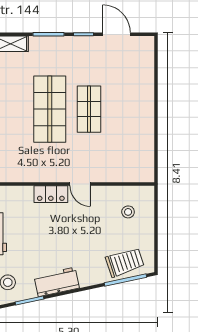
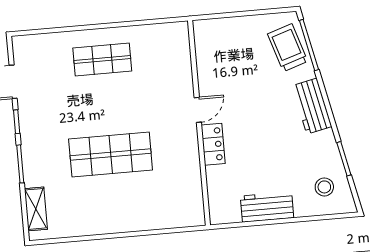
shop shelf: (89, 109) -> (102, 60), moved
stool: (128, 212) -> (226, 49), removed
workbench: (57, 282) -> (312, 106), moved

